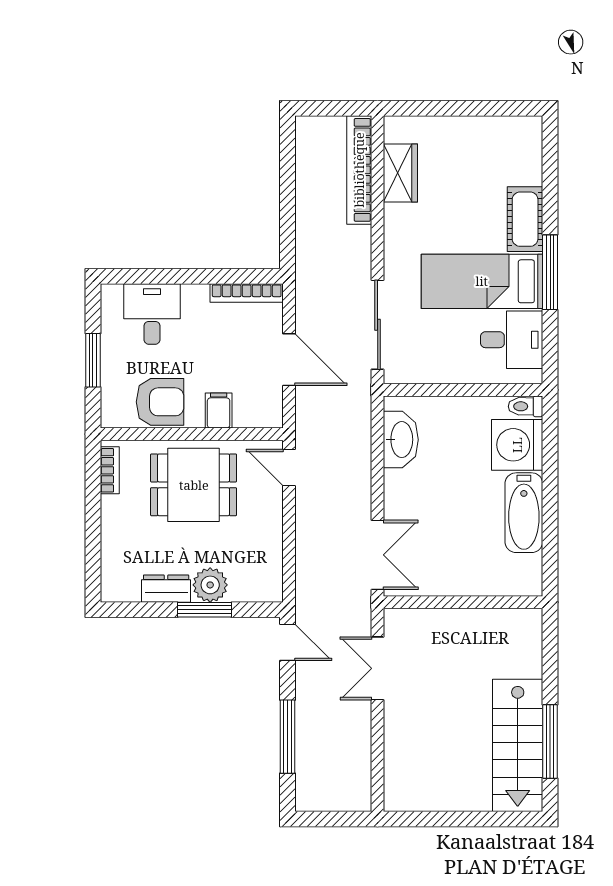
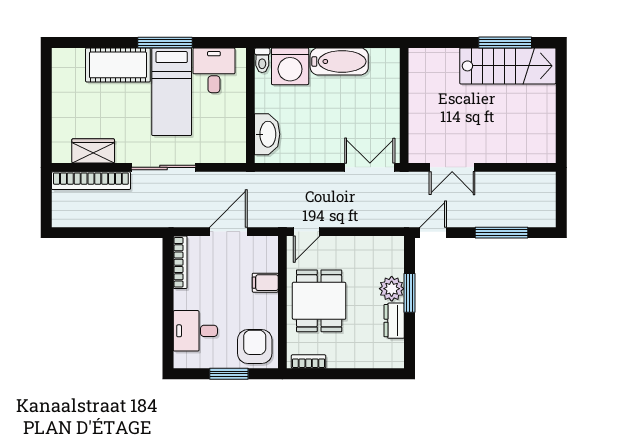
cot: (525, 219) -> (118, 65), width x1.37, depth x1.34
sliding door: (378, 325) -> (164, 167), moved
armchair: (160, 402) -> (255, 347), moved
washbasin: (401, 440) -> (267, 134), moved, turned 90

